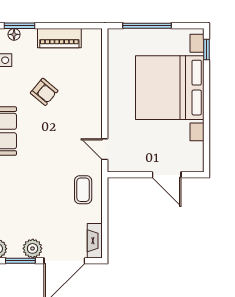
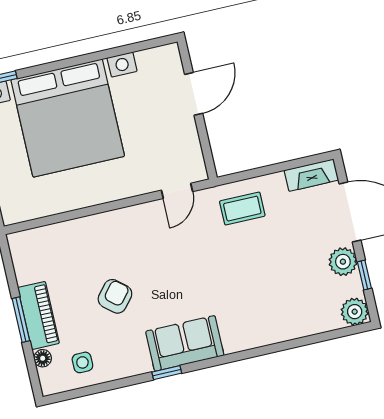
window: (20, 26) -> (21, 320), moved
piano: (59, 38) -> (39, 315), moved
window: (20, 261) -> (364, 275), width x0.67

